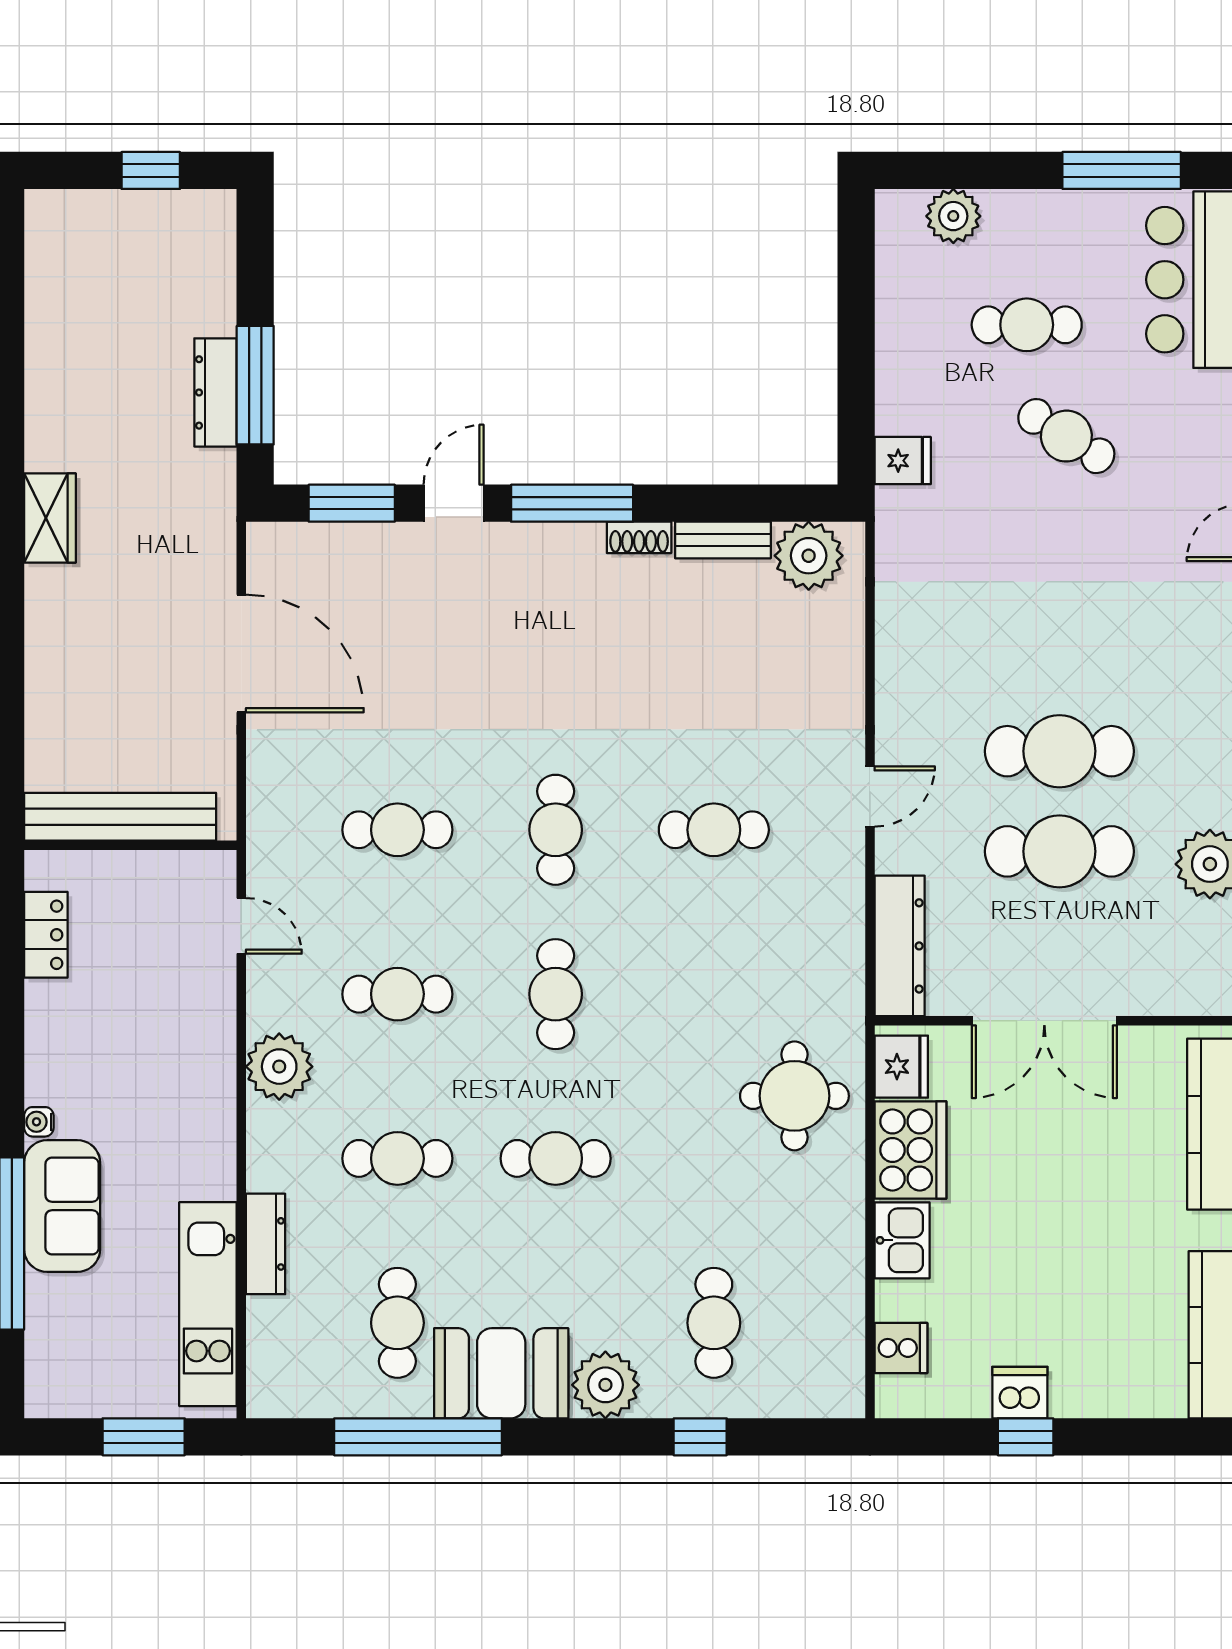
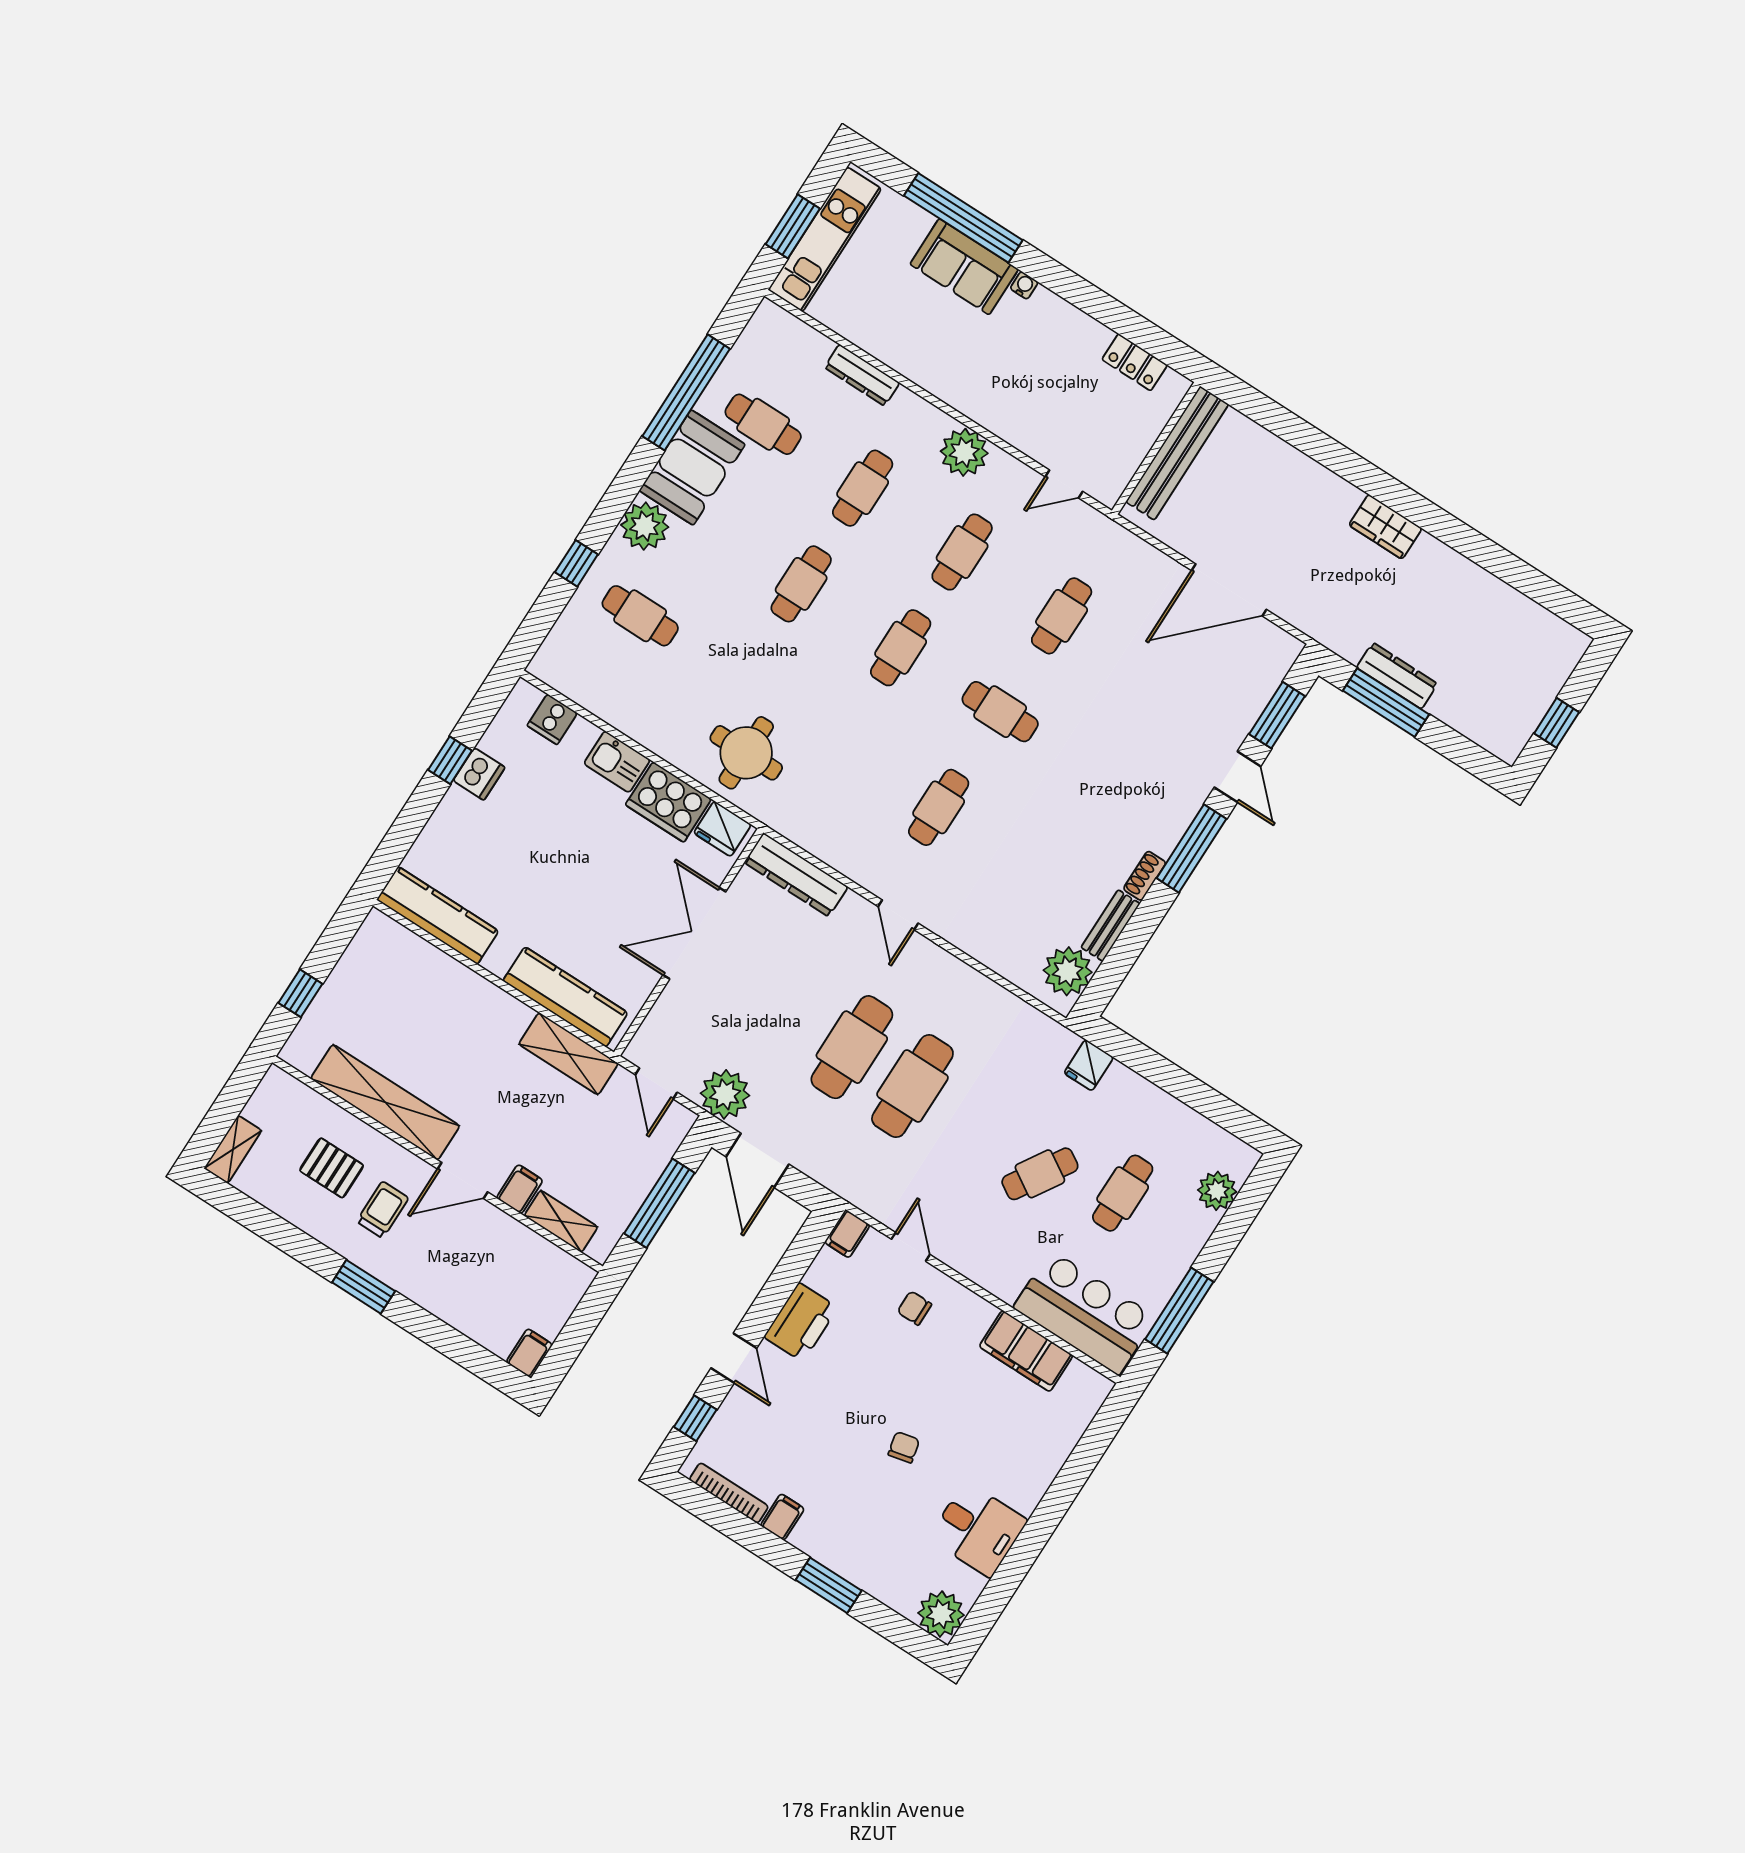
cafe table: (1059, 851) -> (912, 1086), moved
cafe table: (556, 994) -> (901, 648), turned 90
kitchen unit: (208, 1304) -> (825, 239), moved, turned 90

